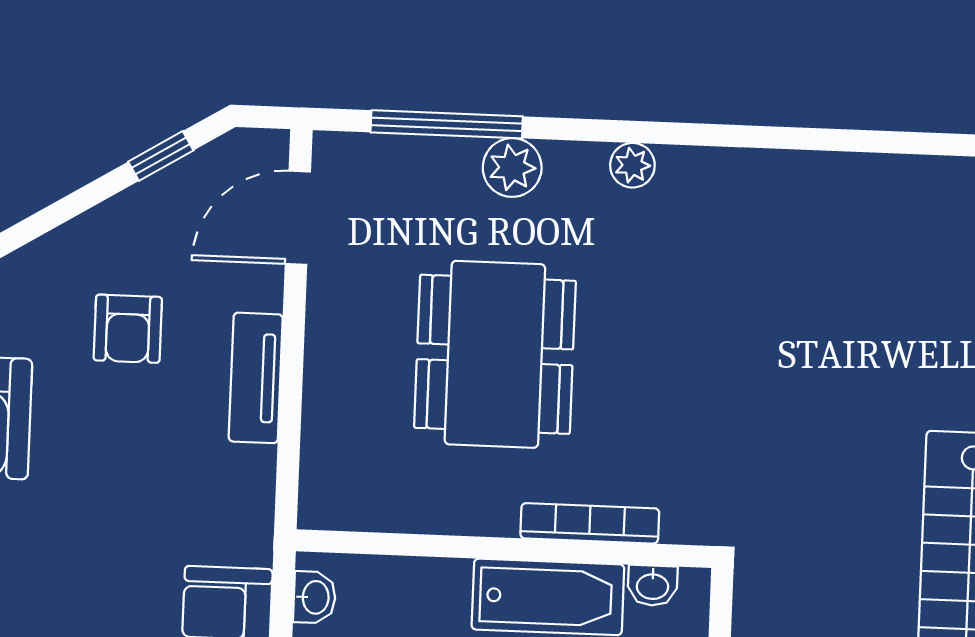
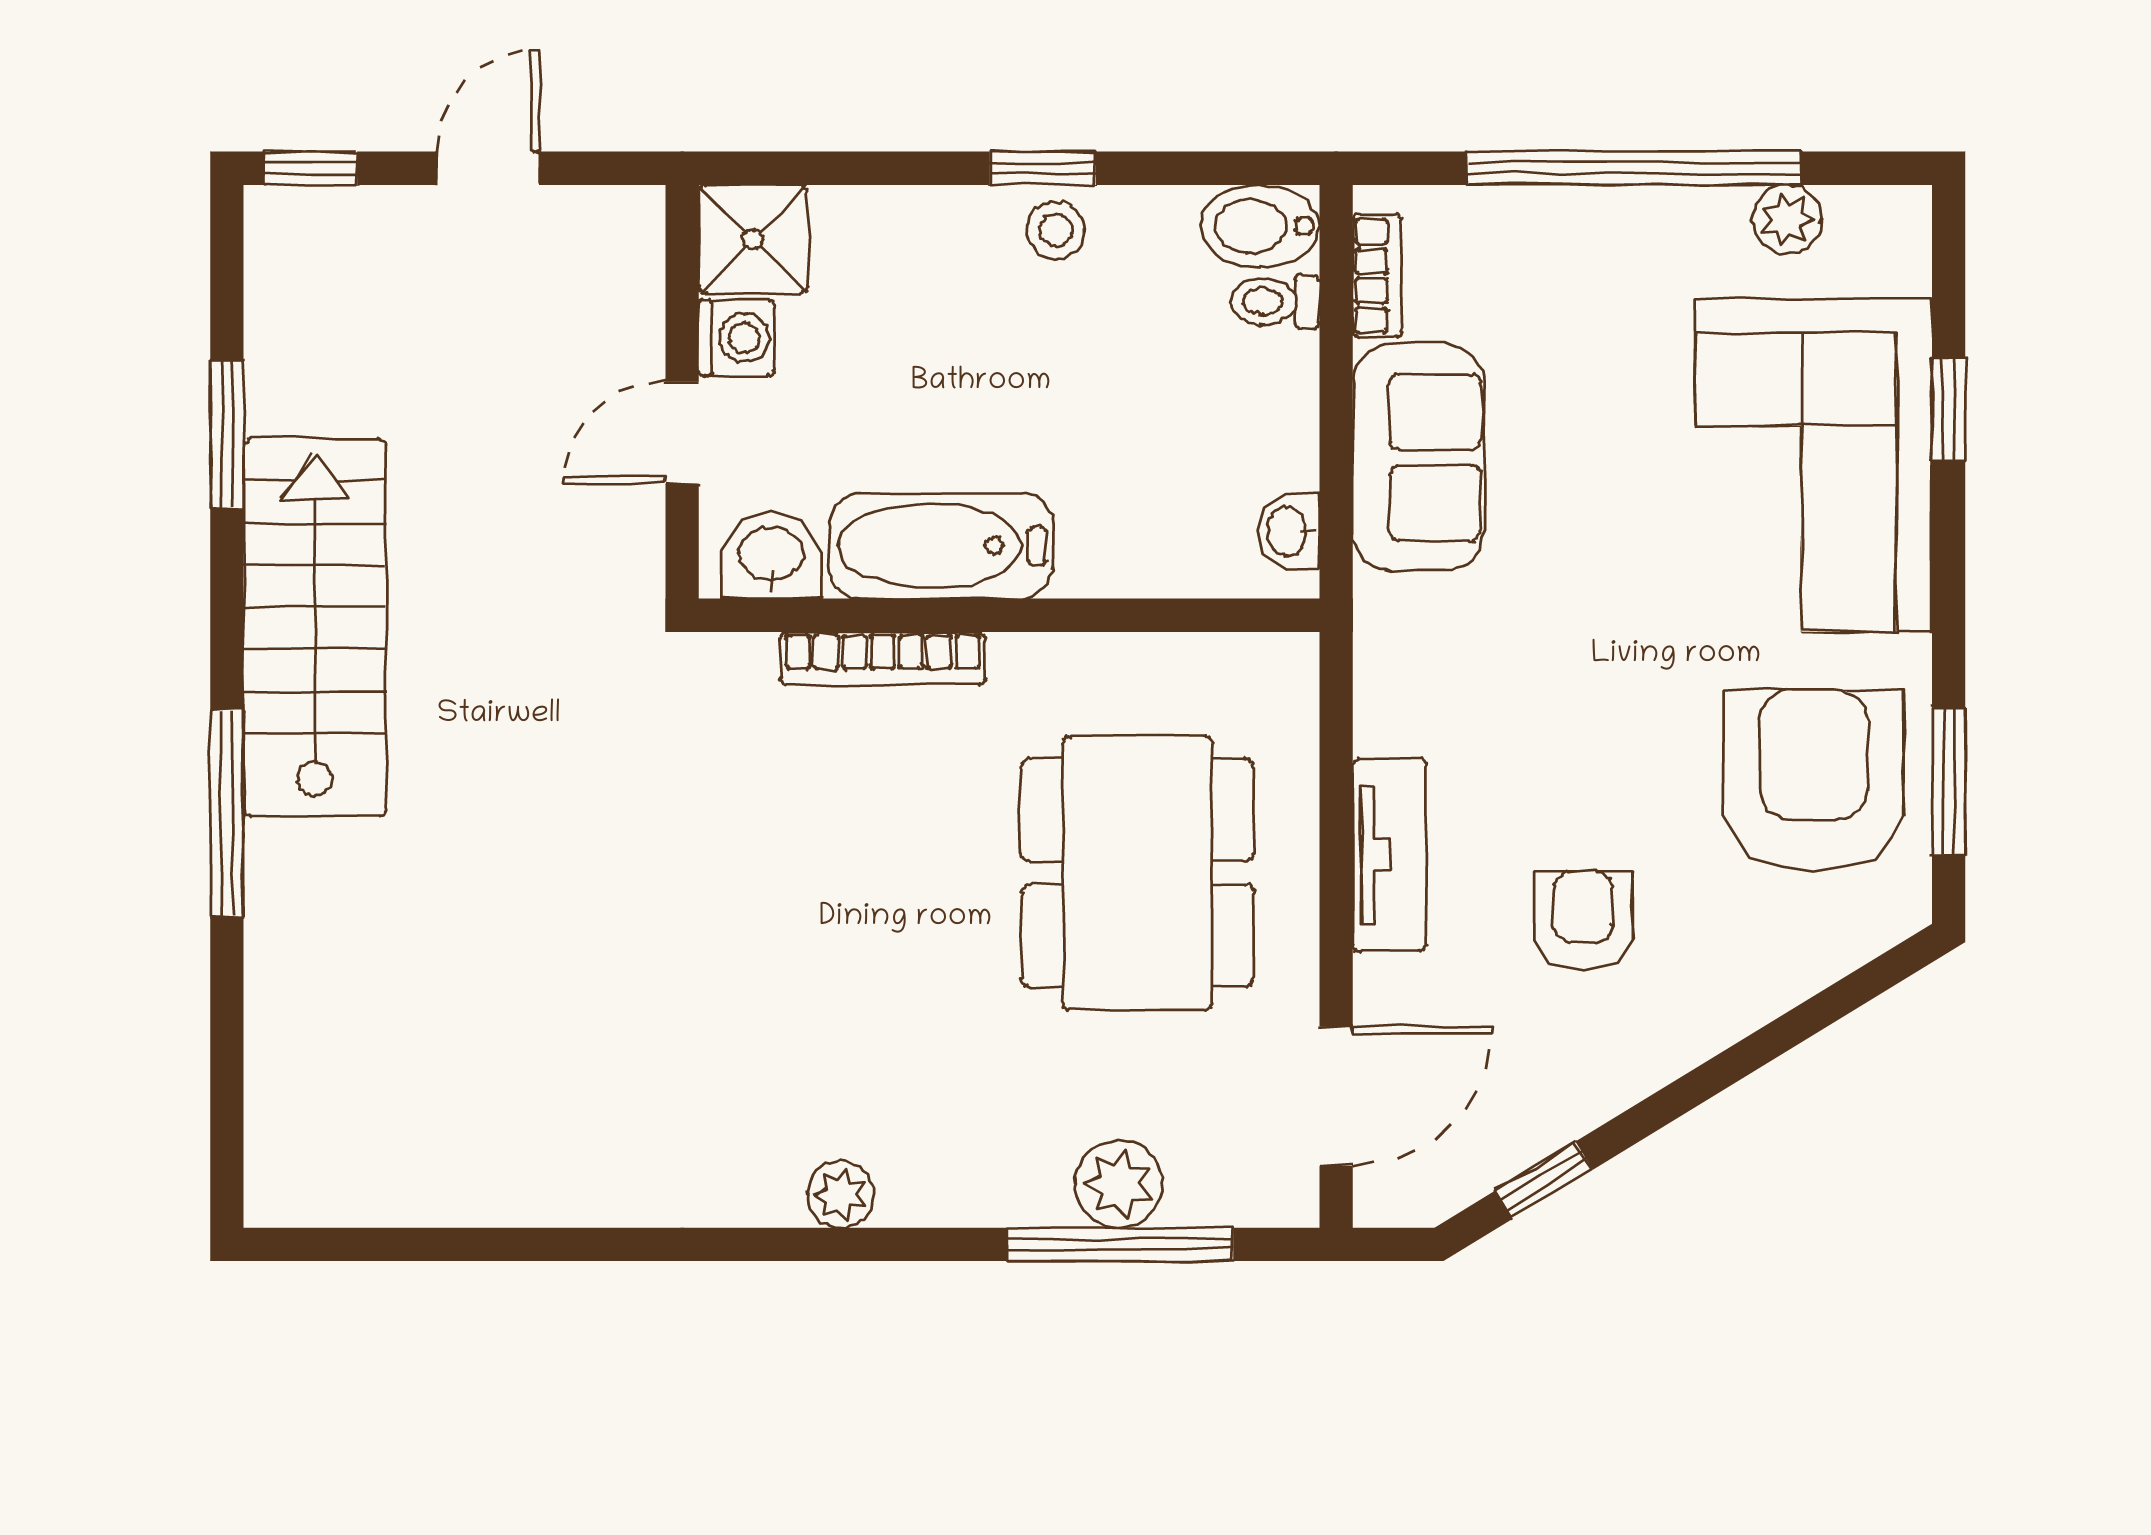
plant: (512, 168) -> (1119, 1184), moved
dining table: (495, 354) -> (1137, 873), moved
washbasin: (653, 585) -> (771, 556), width x1.38, depth x1.45

